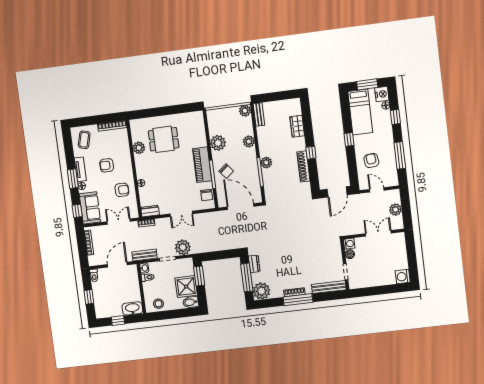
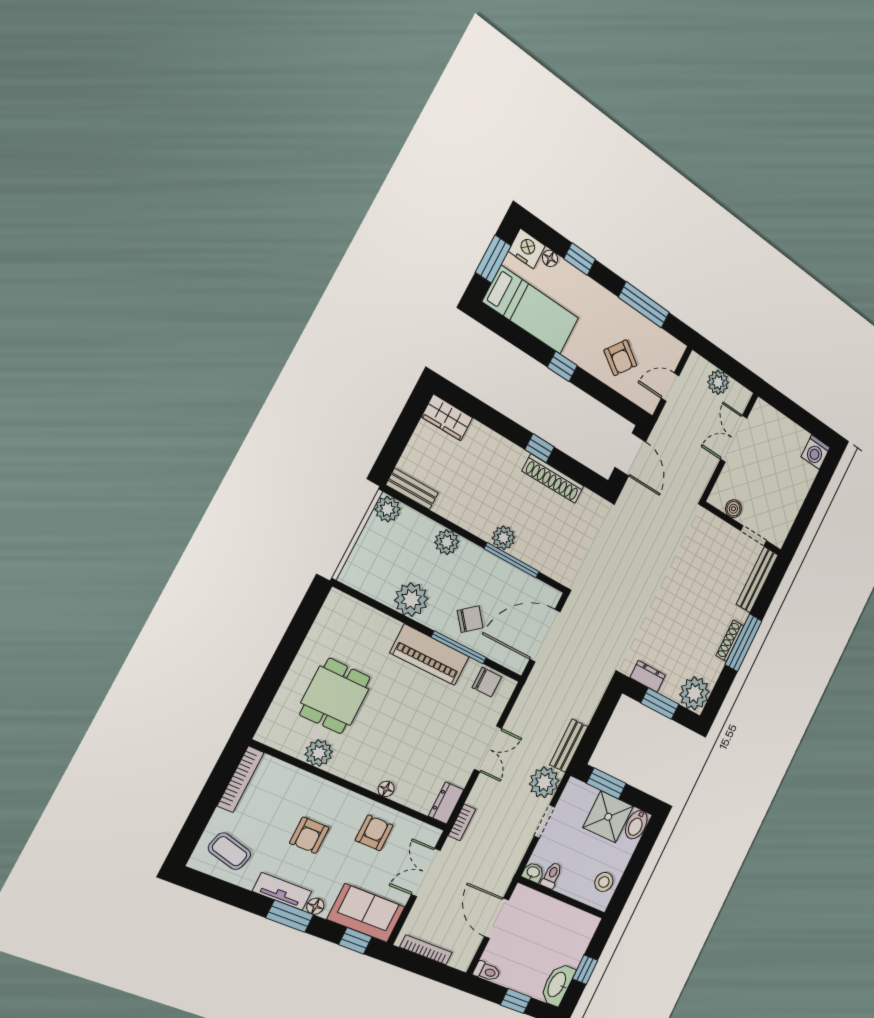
wardrobe: (297, 126) -> (447, 417), moved
armchair: (371, 161) -> (620, 358), turned -137
washing machine: (349, 244) -> (718, 498), removed
bench: (145, 255) -> (569, 746), moved
window: (247, 278) -> (660, 704), width x0.69
washbasin: (132, 308) -> (557, 985), moved

